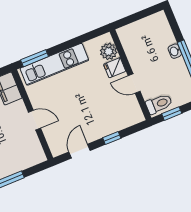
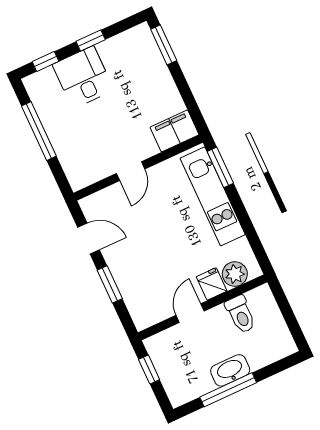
washbasin: (175, 51) -> (230, 370), width x1.91, depth x1.45
toilet: (159, 104) -> (241, 314), moved
window: (112, 138) -> (110, 284), width x1.50

